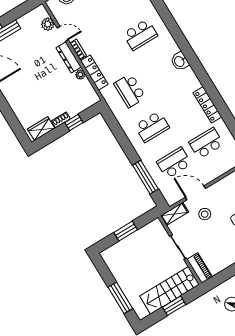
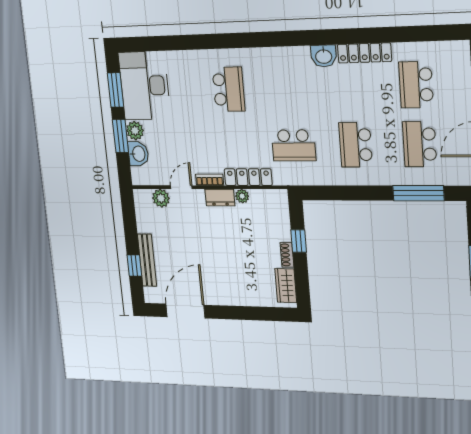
dresser: (69, 57) -> (220, 198), width x0.70
washbasin: (180, 61) -> (324, 56), moved
school desk: (152, 127) -> (356, 145), turned 180

